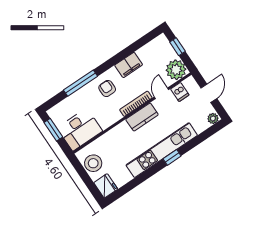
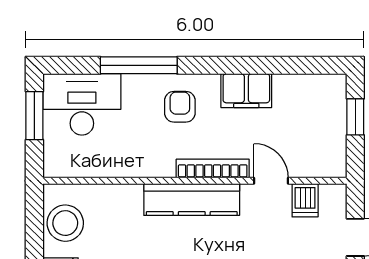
plant: (176, 70) -> (325, 156), removed
door: (162, 93) -> (271, 181), hinge flipped
kitchen counter: (142, 117) -> (192, 199), width x1.50
desk: (80, 130) -> (82, 104), moved, turned 180

